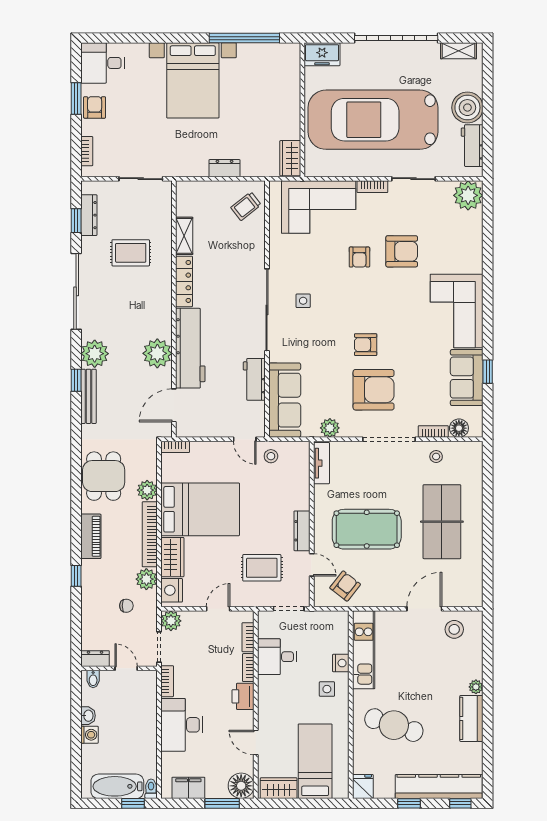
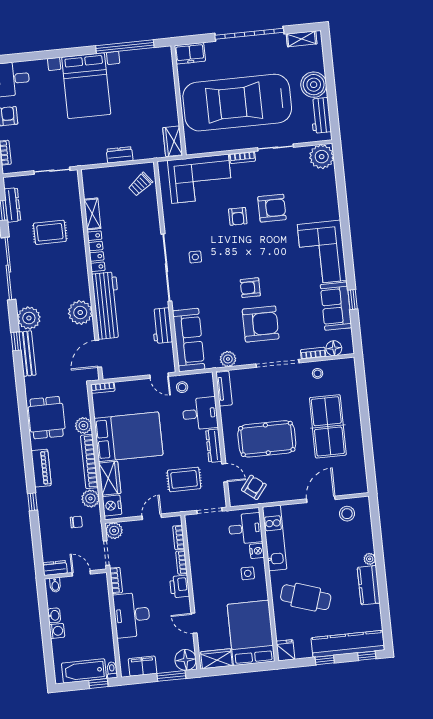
desk: (289, 490) -> (200, 414), added
desk: (277, 657) -> (245, 529), moved, turned 180
bed: (315, 761) -> (251, 633), width x1.50

